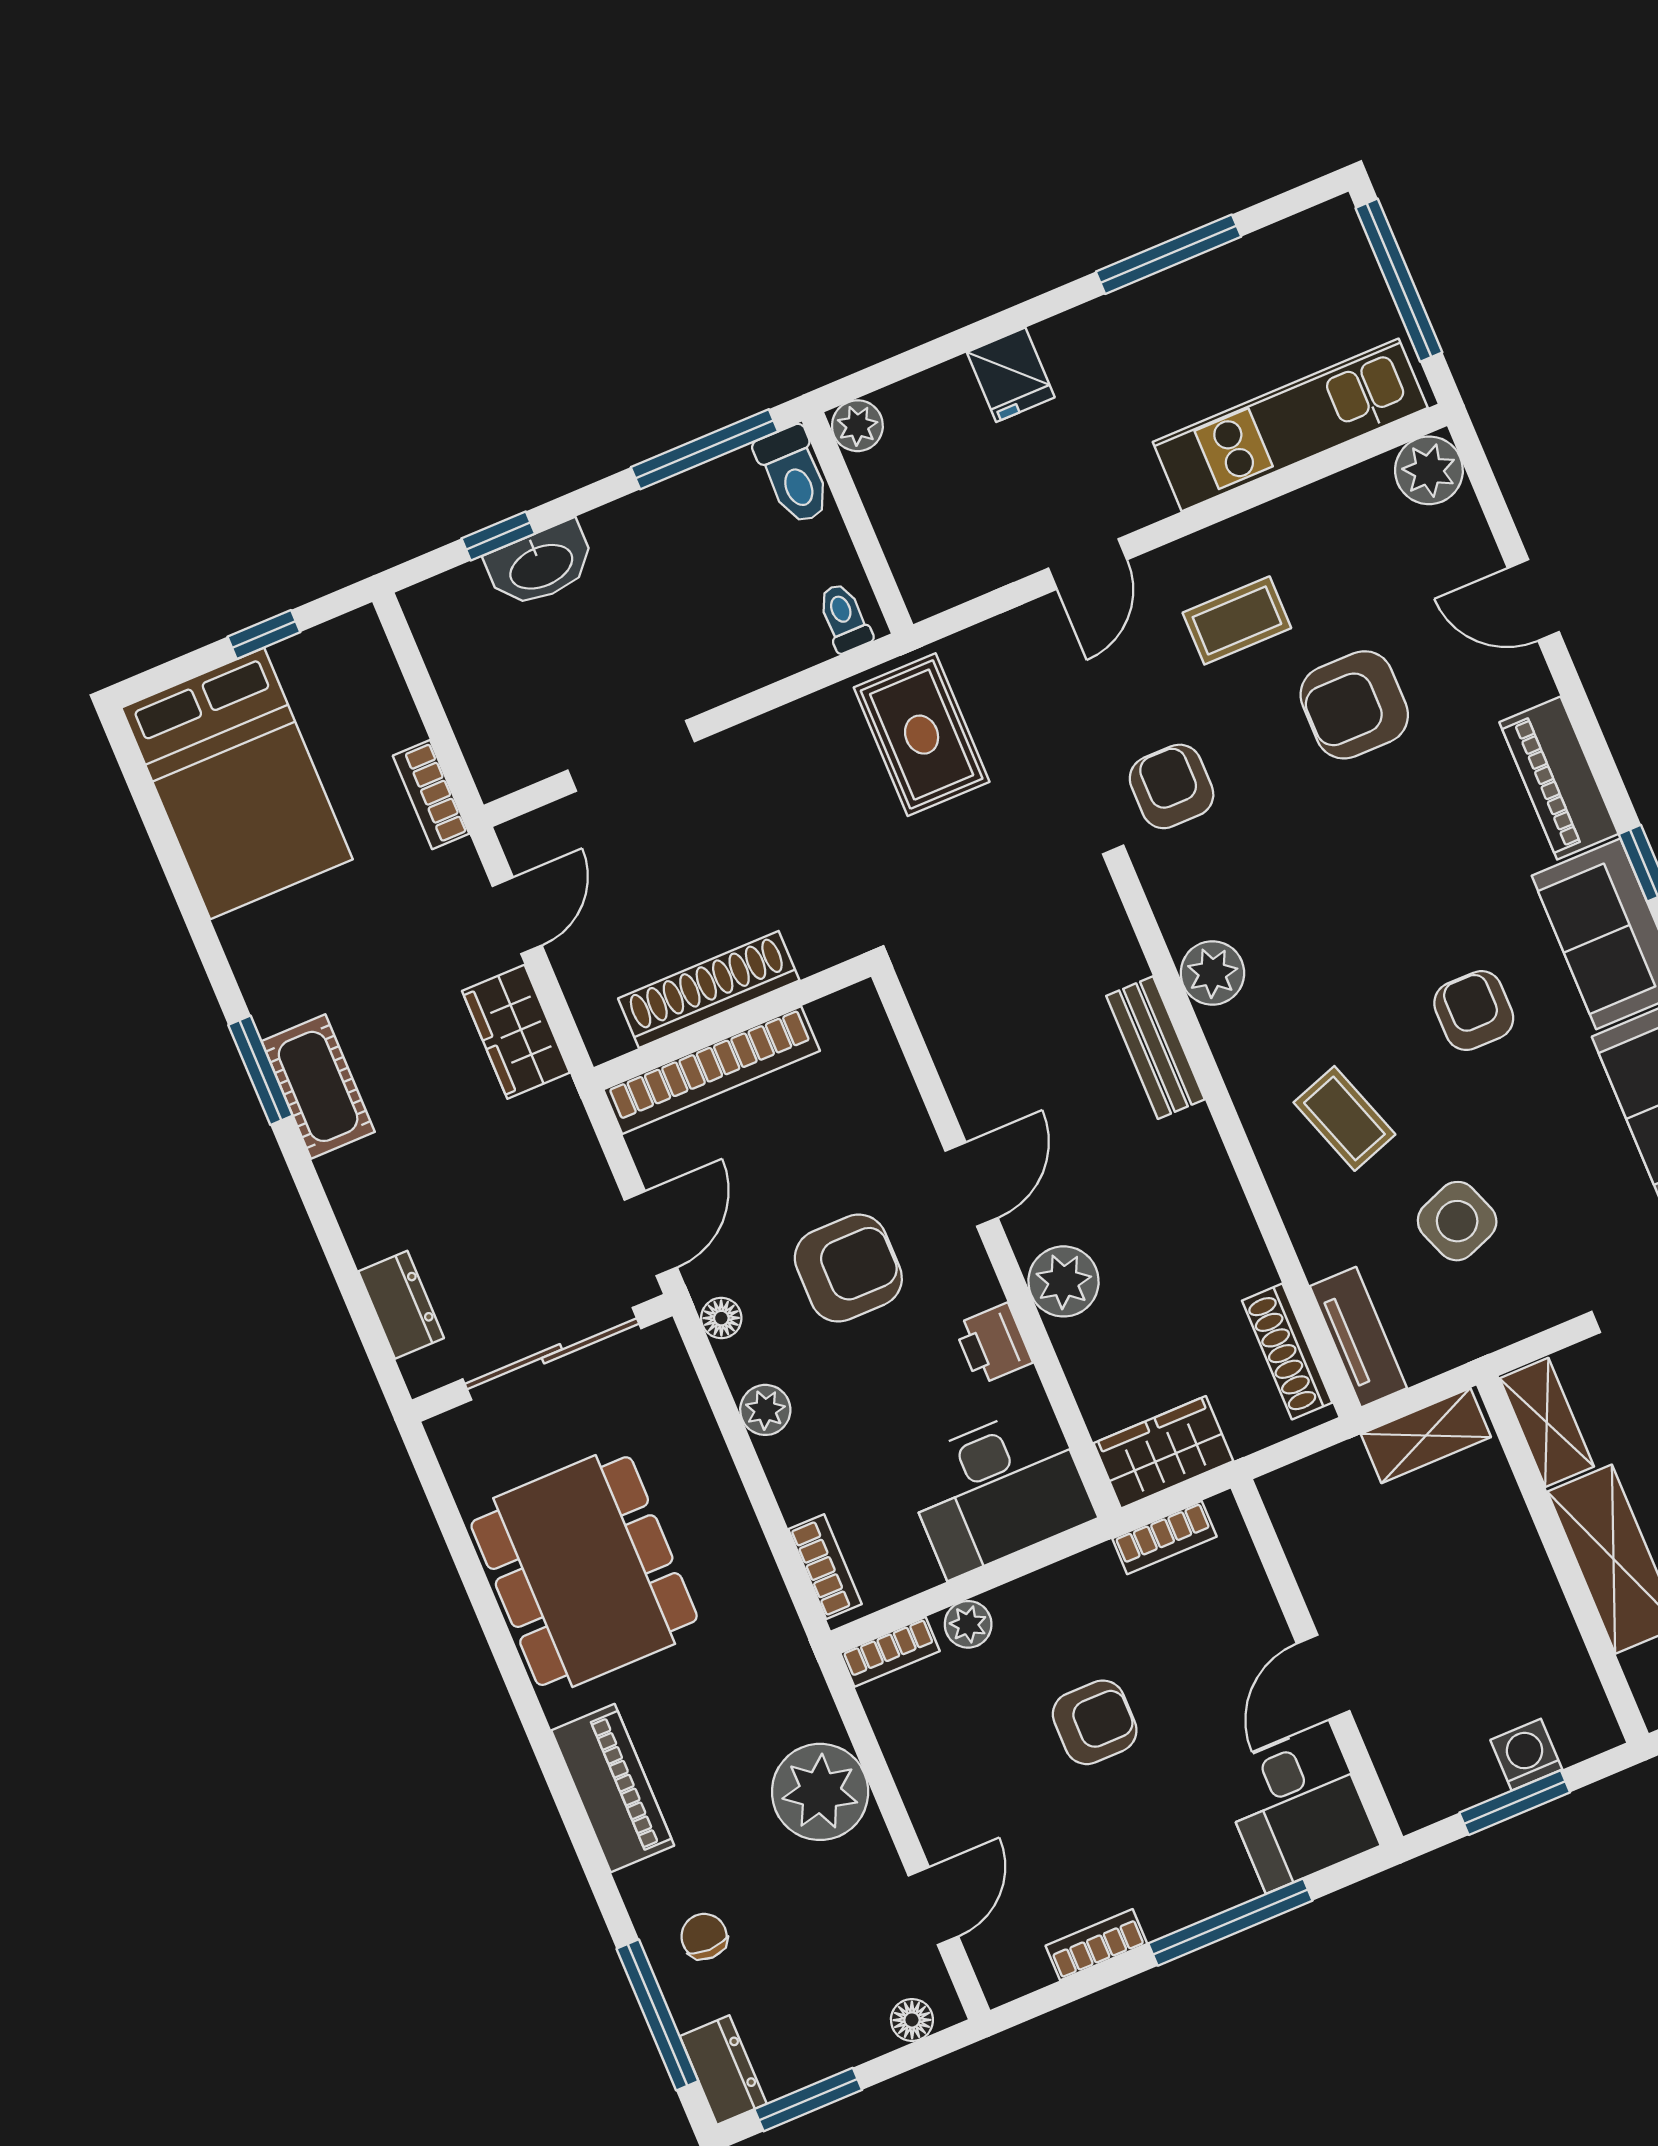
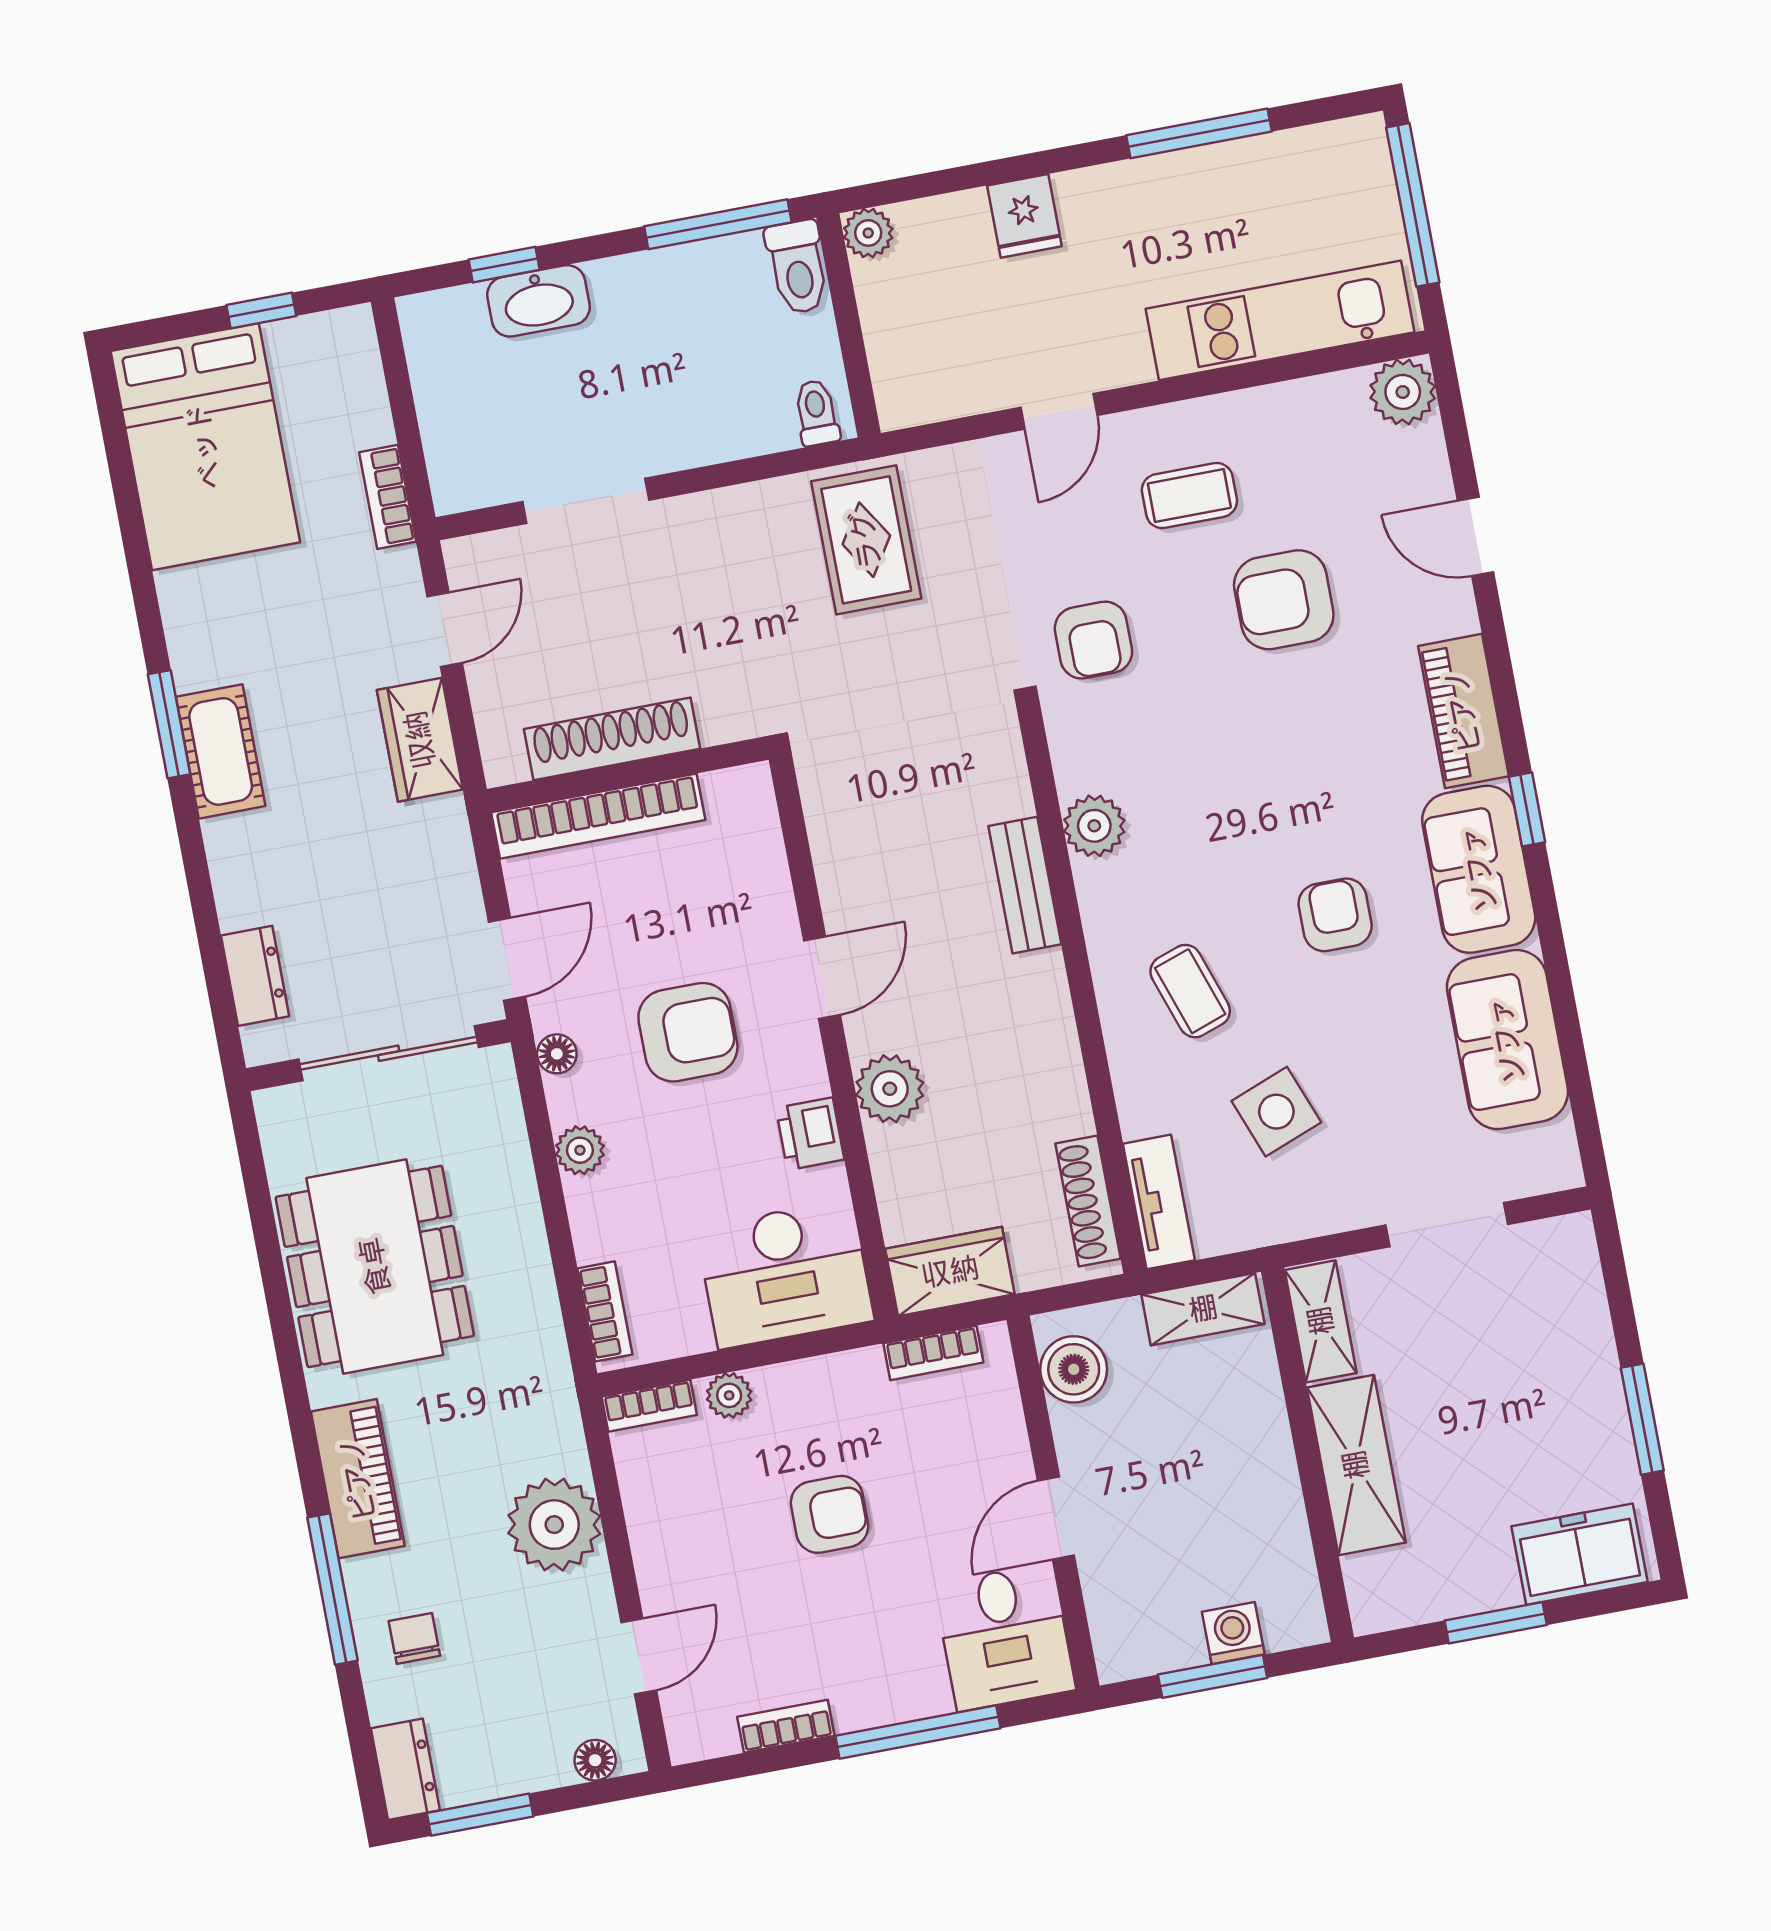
armchair: (1172, 786) -> (1093, 640), turned 180
boiler: (1309, 1524) -> (1074, 1369), added
window: (657, 2015) -> (333, 1589), moved

